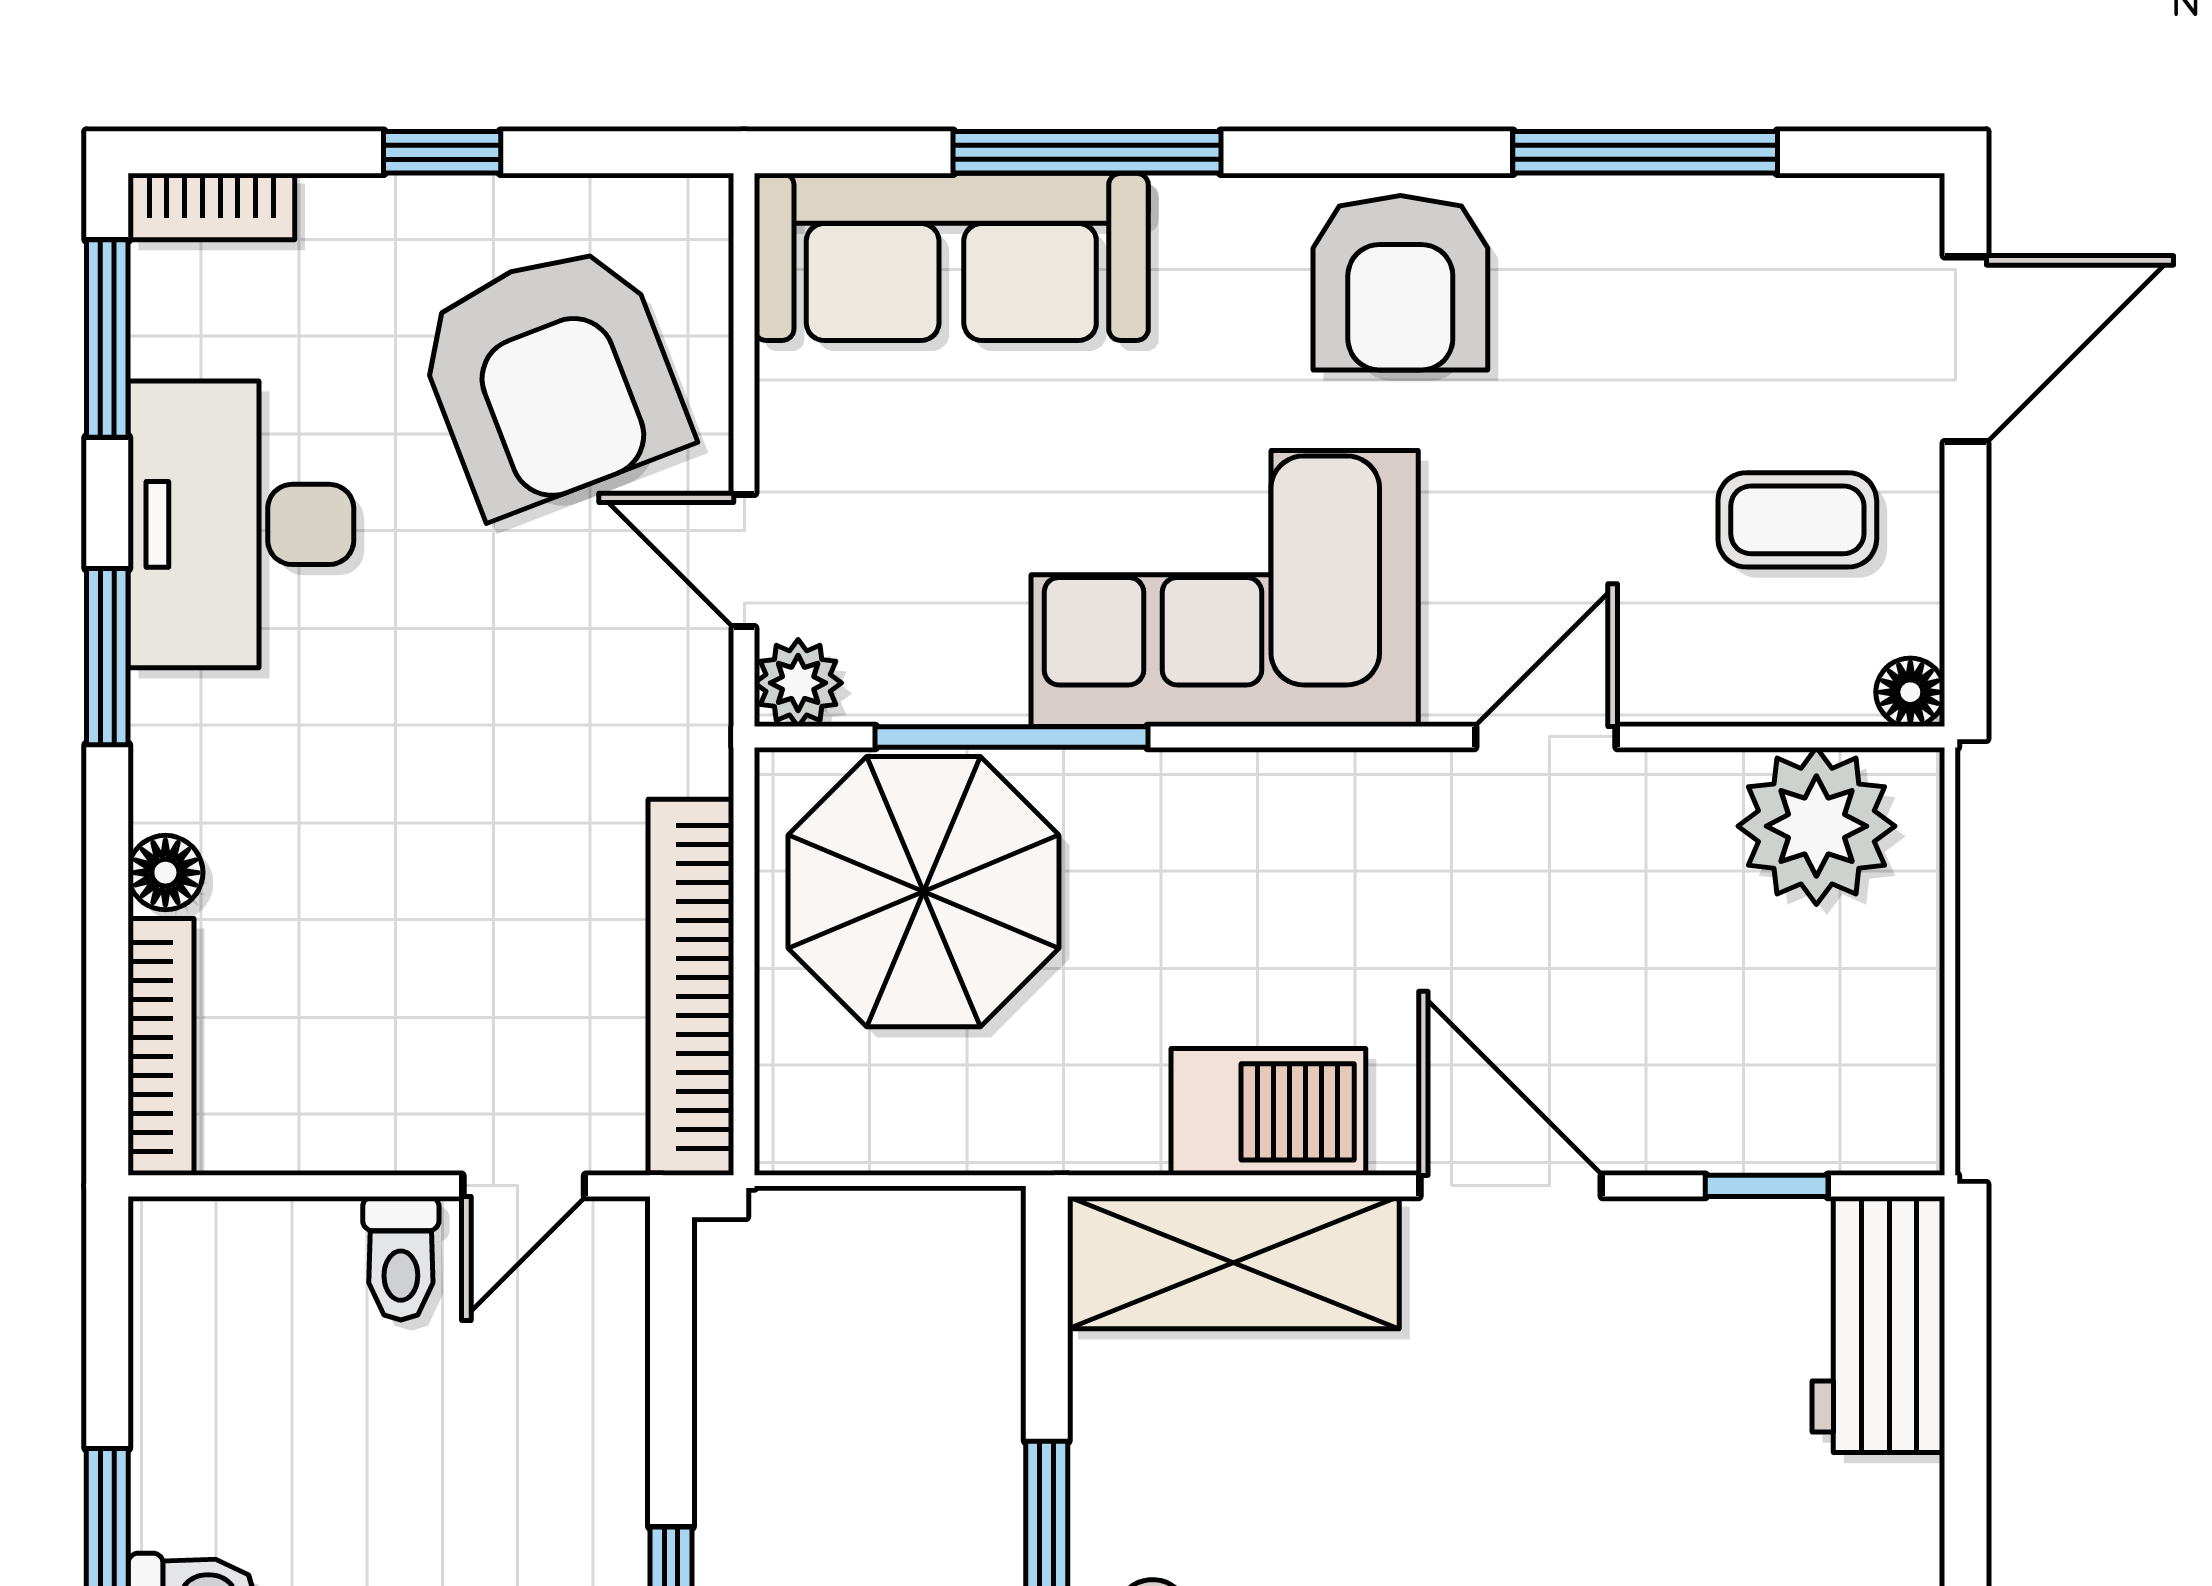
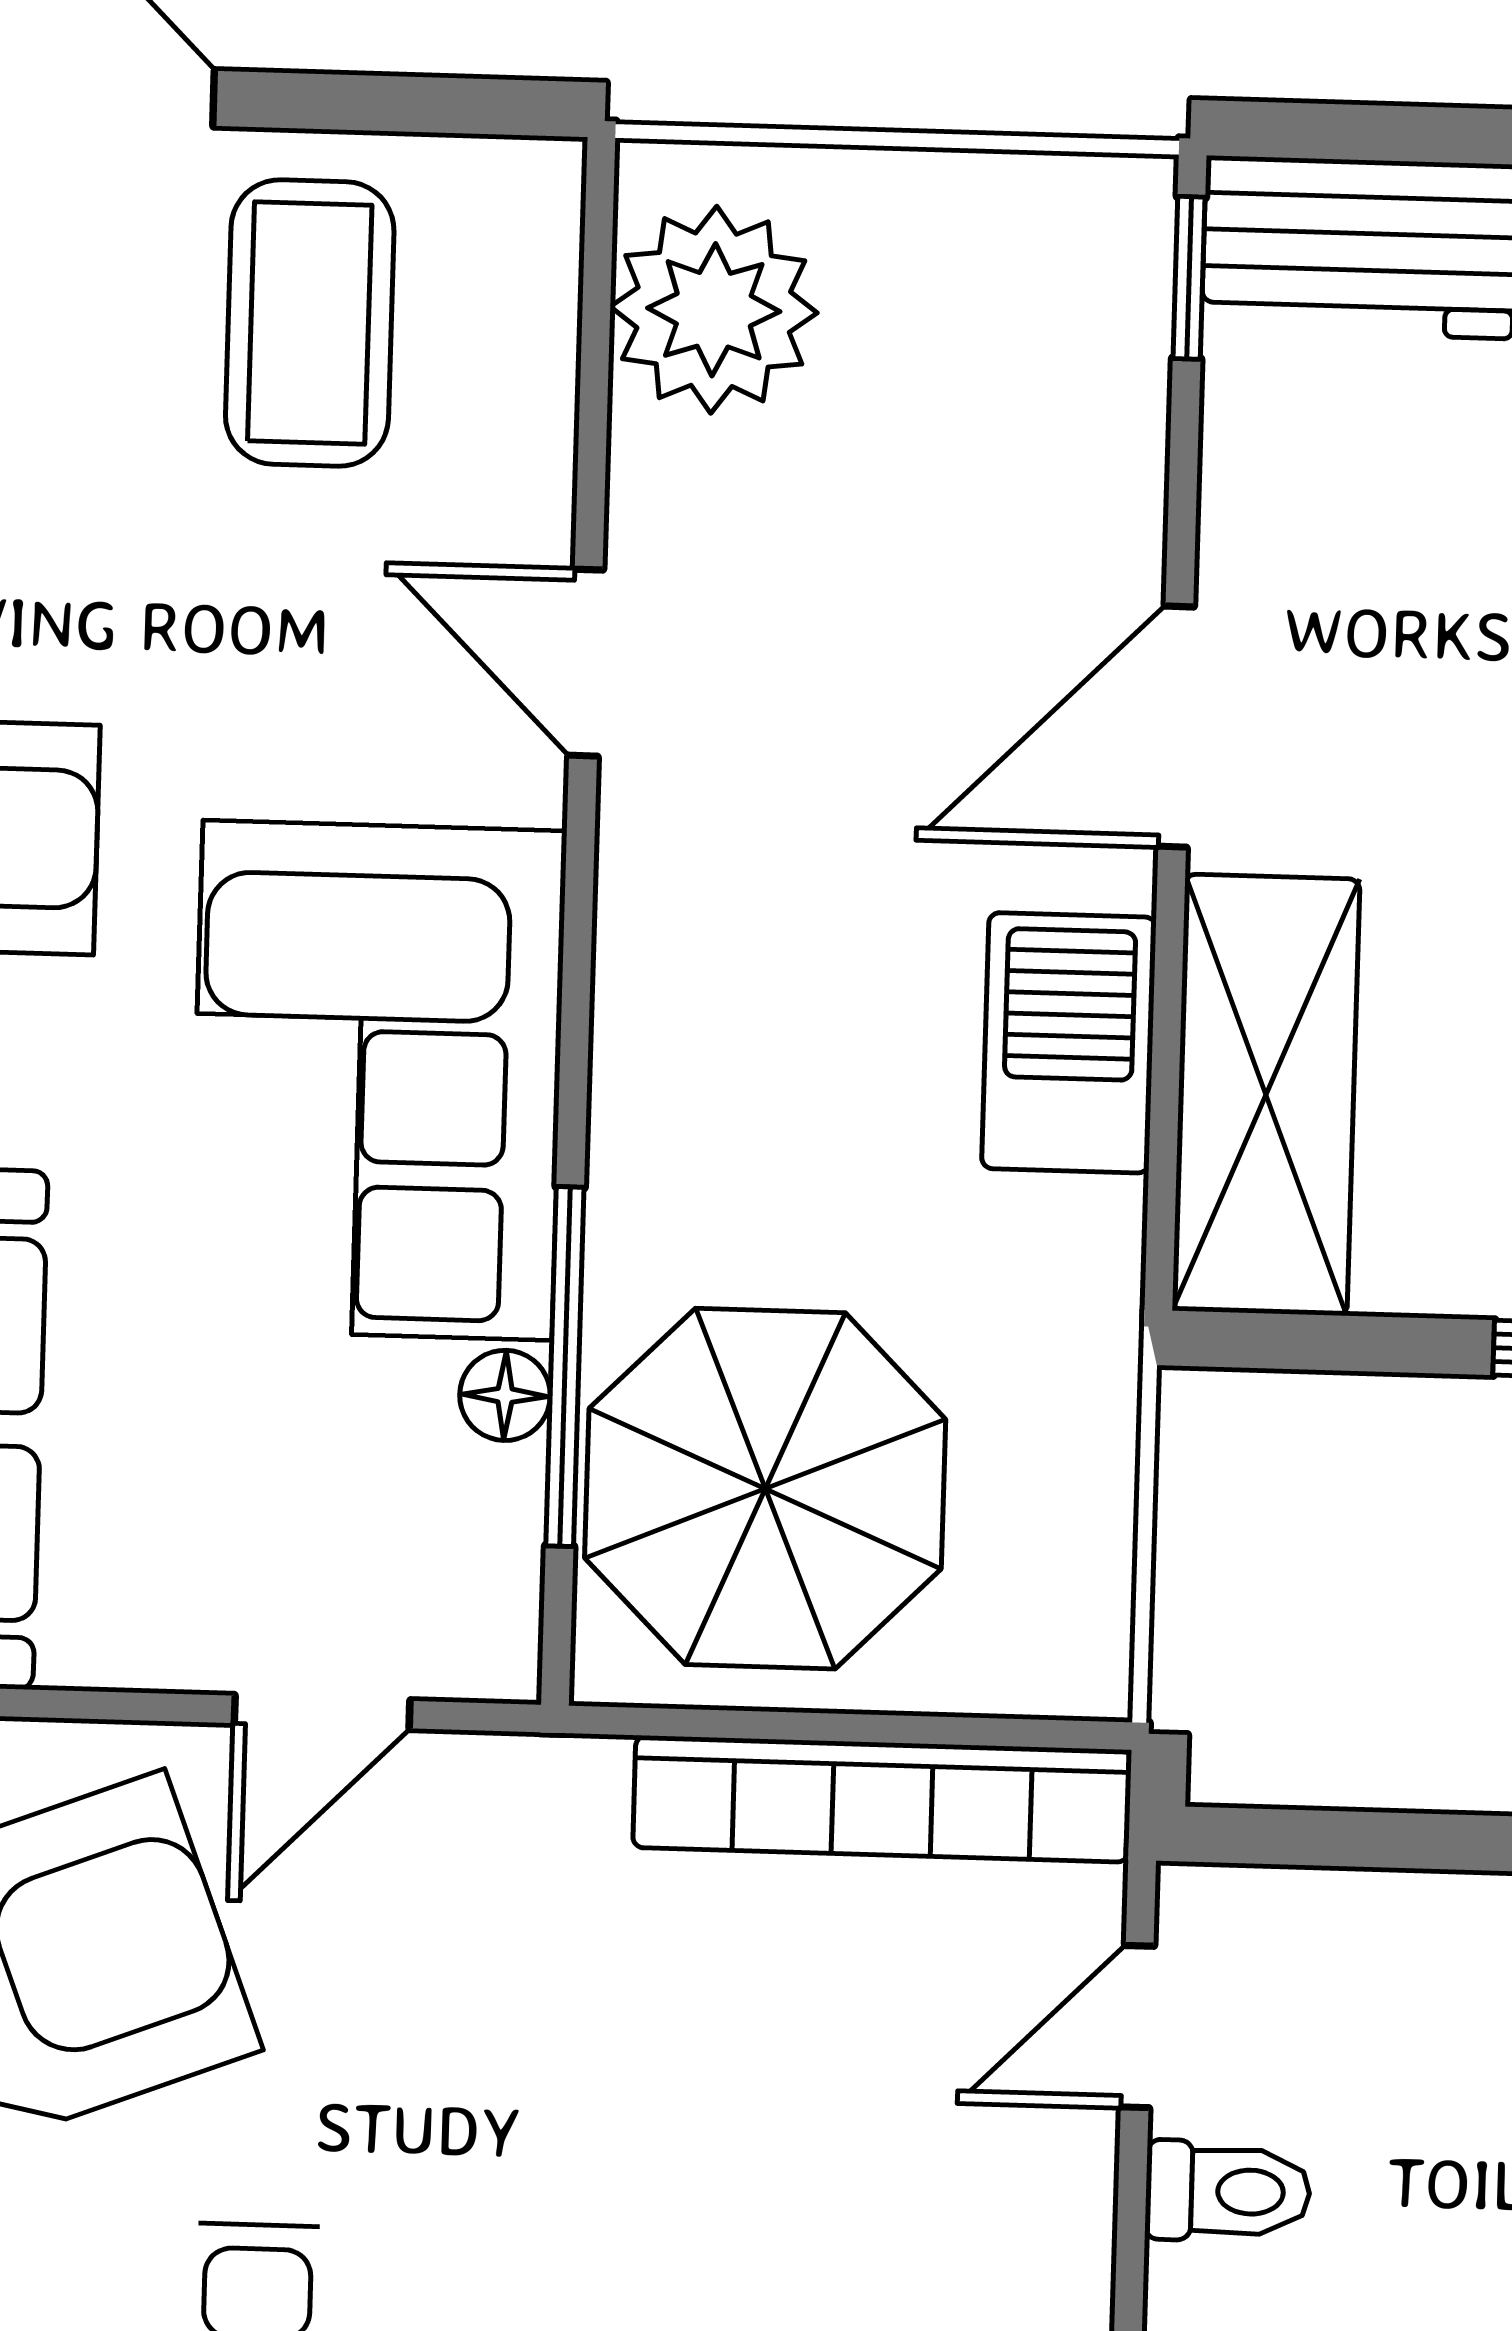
coffee table: (1797, 520) -> (310, 323), width x1.36, depth x1.30
plant: (798, 683) -> (485, 1646), removed
floor lamp: (1910, 692) -> (505, 1395), moved
door: (524, 1186) -> (1137, 2027), swing flipped
window: (1767, 1186) -> (1189, 278), moved

